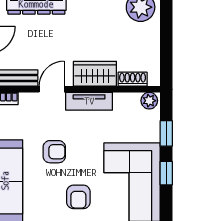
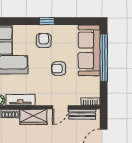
tv unit: (89, 101) -> (20, 100), moved

